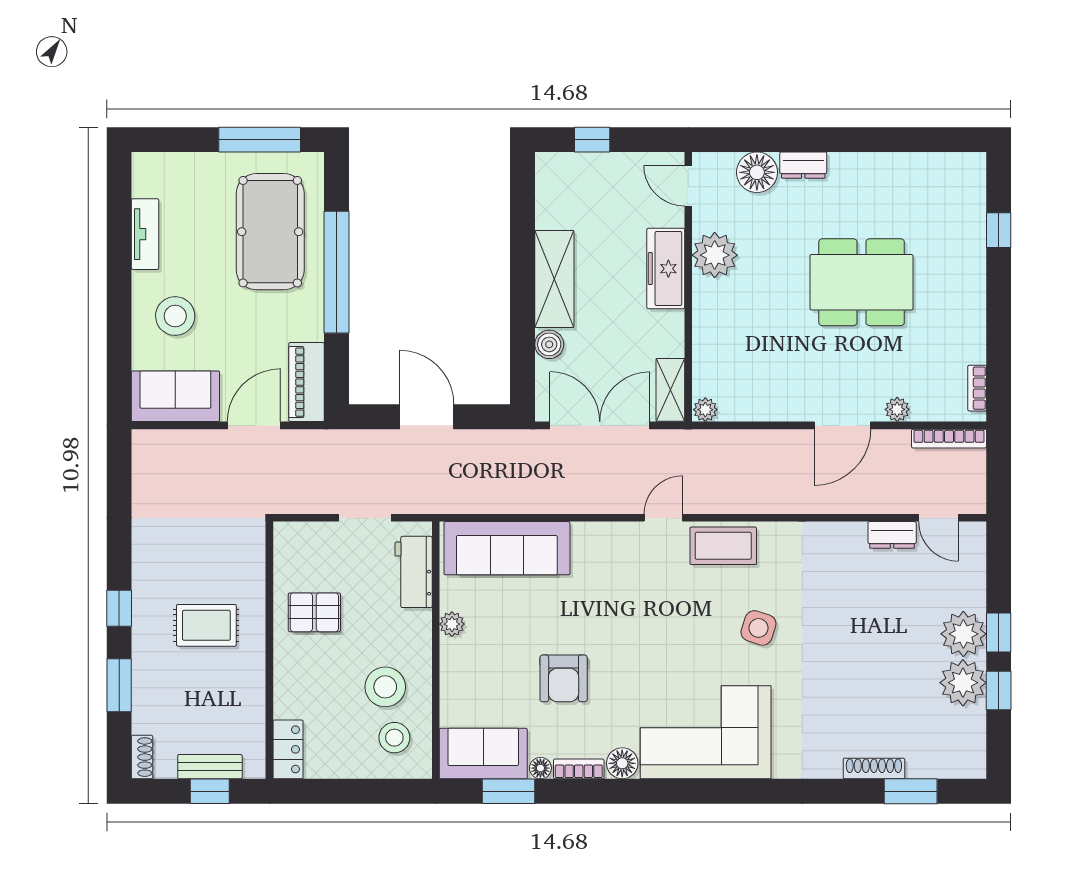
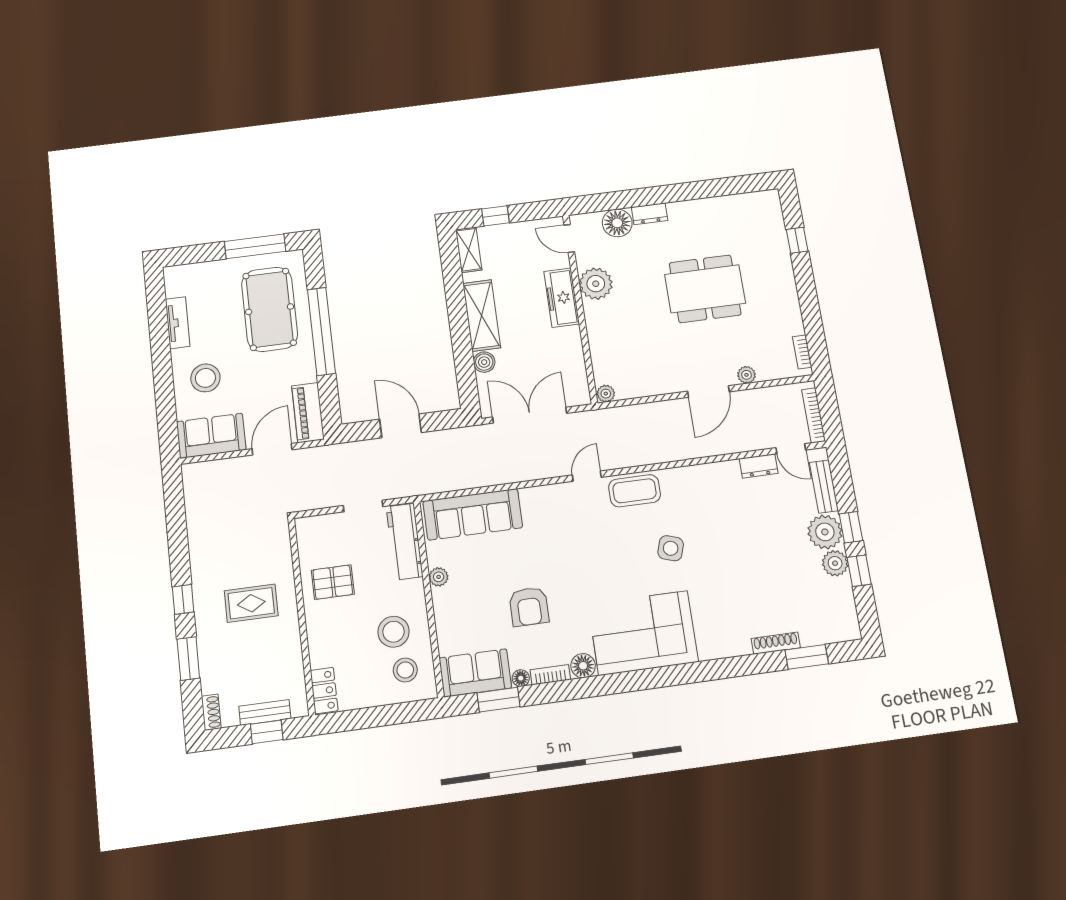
shelving: (670, 390) -> (469, 250), moved
bookcase: (949, 439) -> (814, 415), moved, turned 90
workbench: (414, 572) -> (405, 542), width x1.37
bench: (973, 574) -> (824, 486), added
plant: (963, 683) -> (835, 563), width x0.73, depth x0.73

